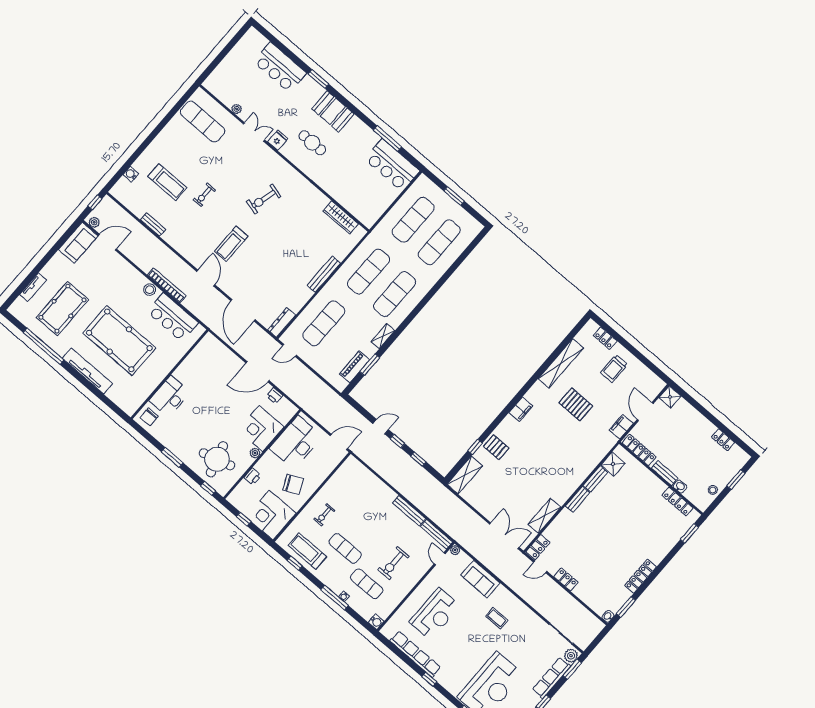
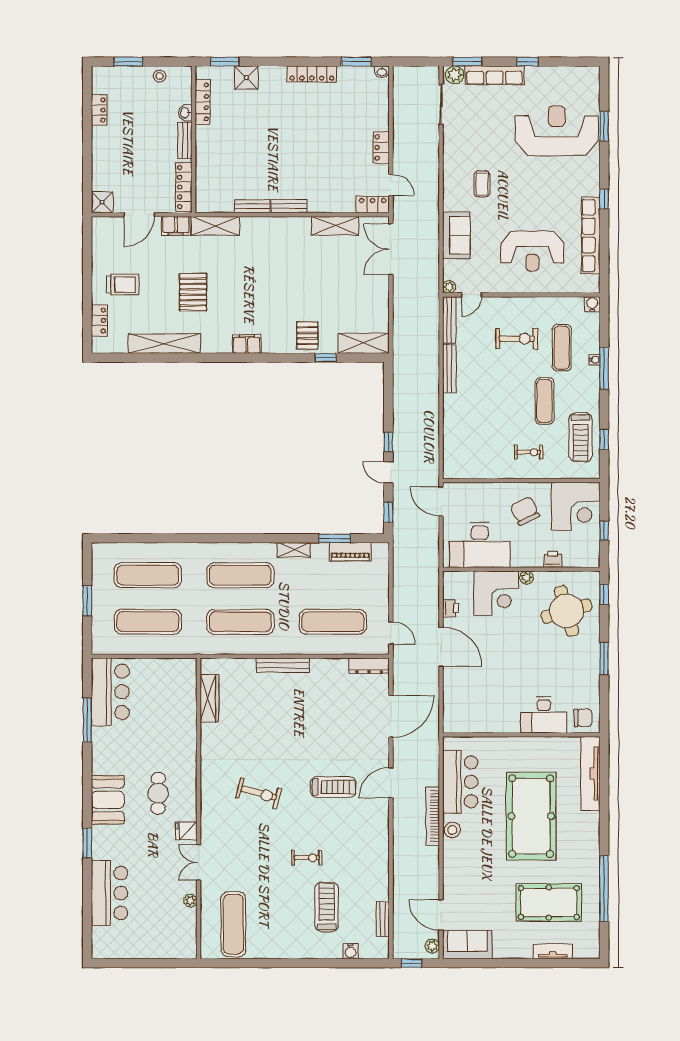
bench: (153, 225) -> (383, 919), moved
tv unit: (87, 371) -> (590, 773), moved
shelving: (602, 449) -> (215, 226), added
window: (418, 459) -> (388, 512), moved
shower: (613, 464) -> (246, 78), moved
reception desk: (435, 614) -> (532, 251), turned 180

